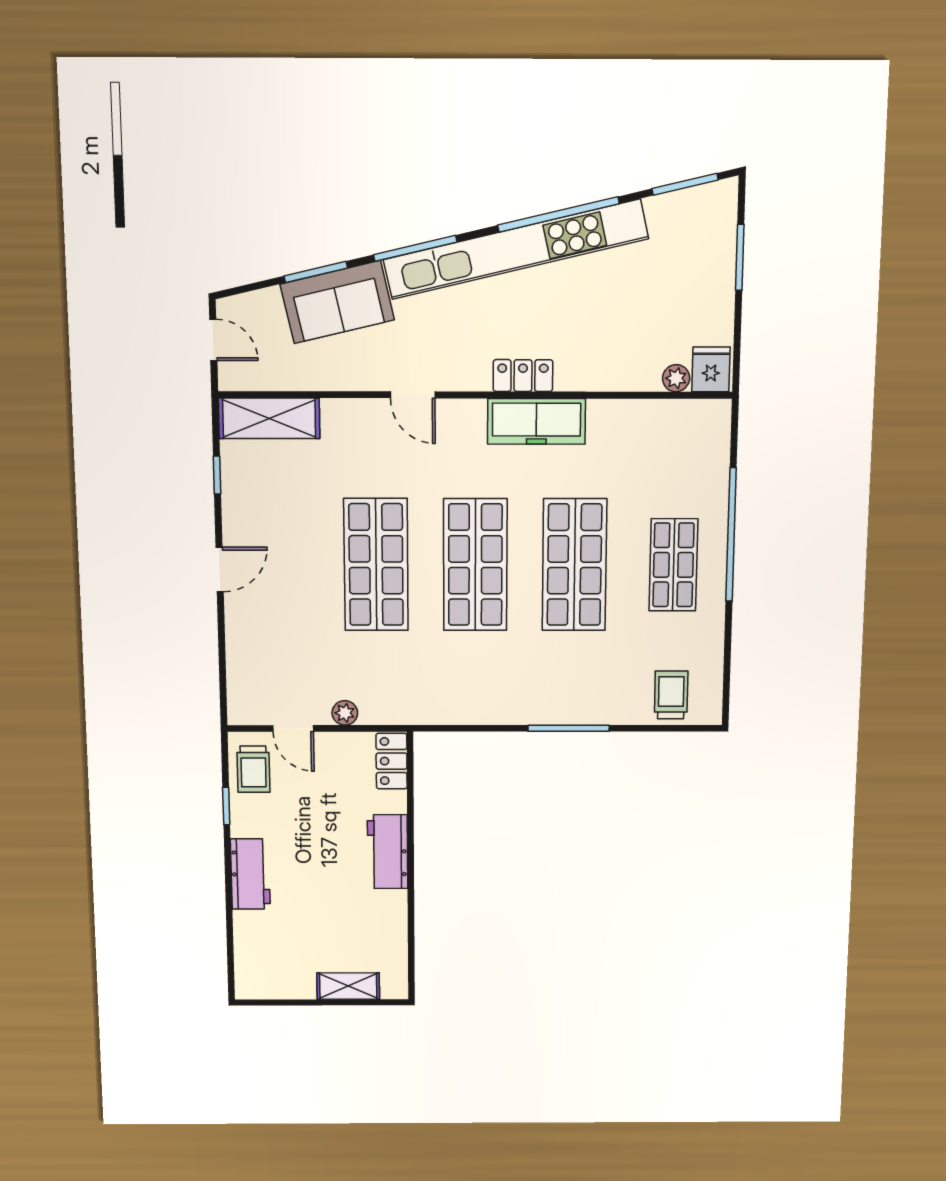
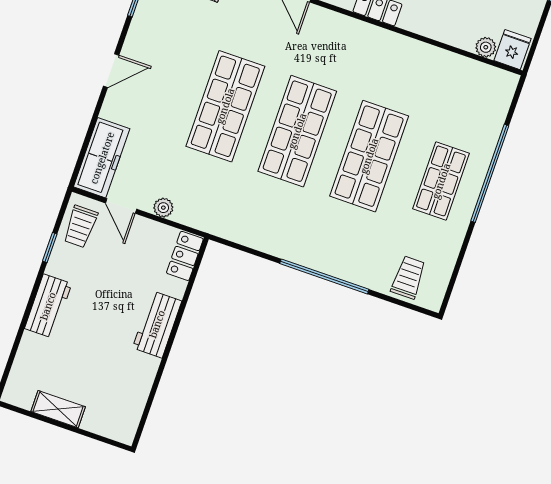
freezer: (536, 421) -> (102, 158), moved, turned -90
window: (569, 728) -> (324, 276), width x1.46
shelving: (348, 986) -> (58, 409), moved

